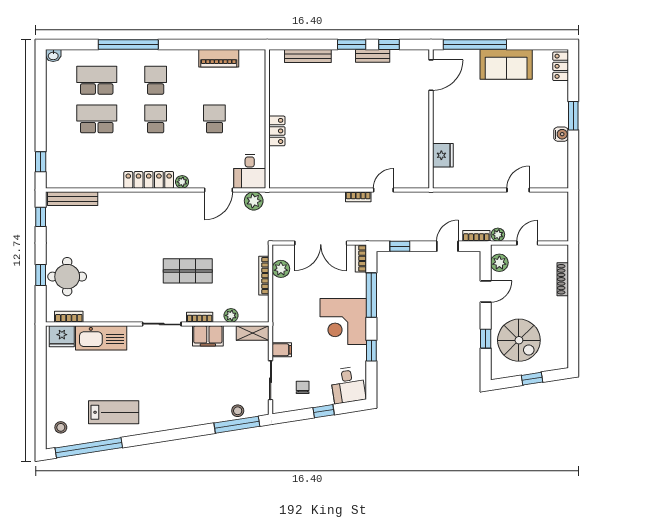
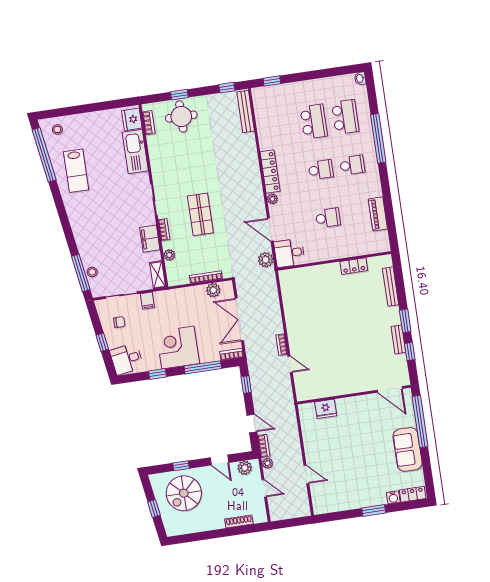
locker: (277, 131) -> (354, 266), moved
water cooler: (561, 134) -> (393, 497), moved

